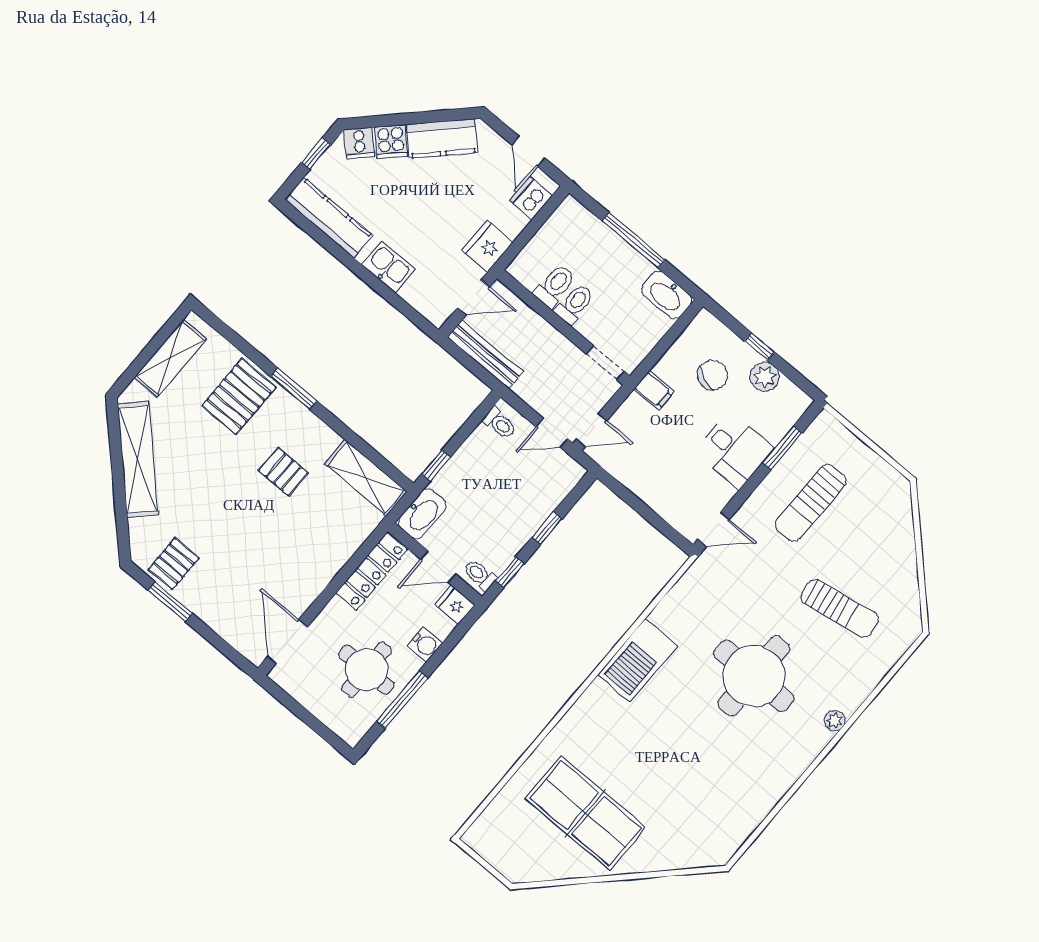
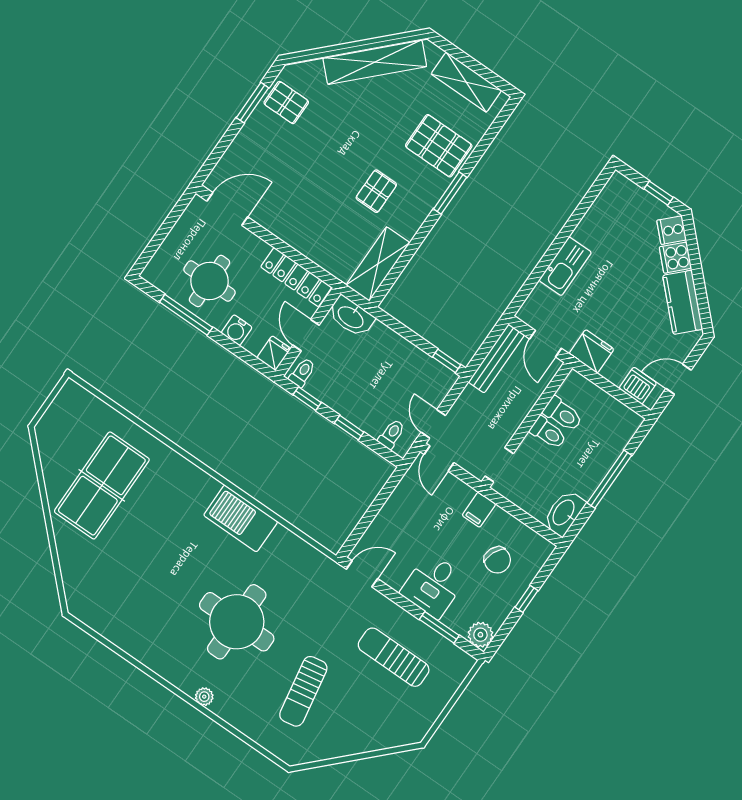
kitchen counter: (329, 218) -> (603, 210), removed
kitchen sink: (389, 267) -> (565, 266), width x1.38
plant: (765, 377) -> (480, 635), moved
toilet: (500, 423) -> (392, 434), moved, turned 180
window: (436, 465) -> (447, 361), moved
door: (713, 529) -> (362, 574), swing flipped

